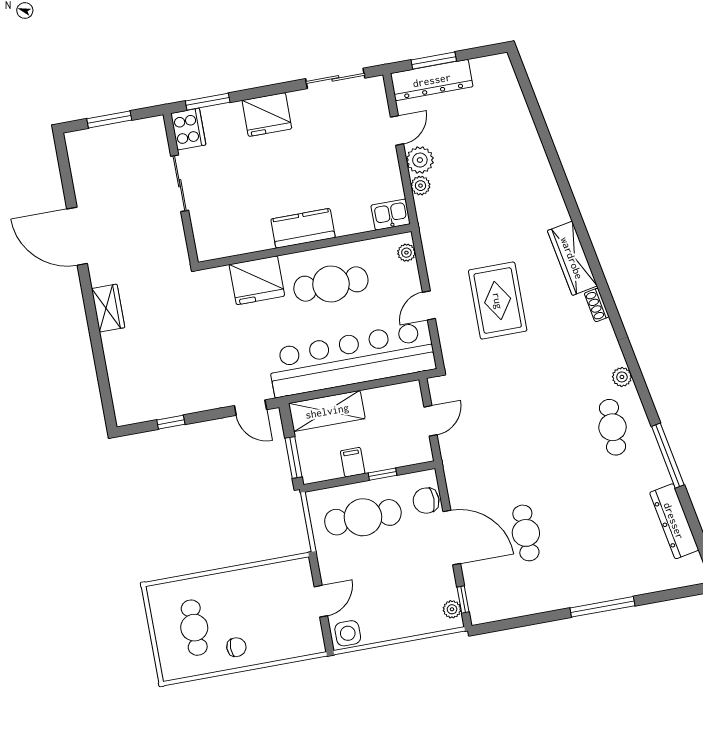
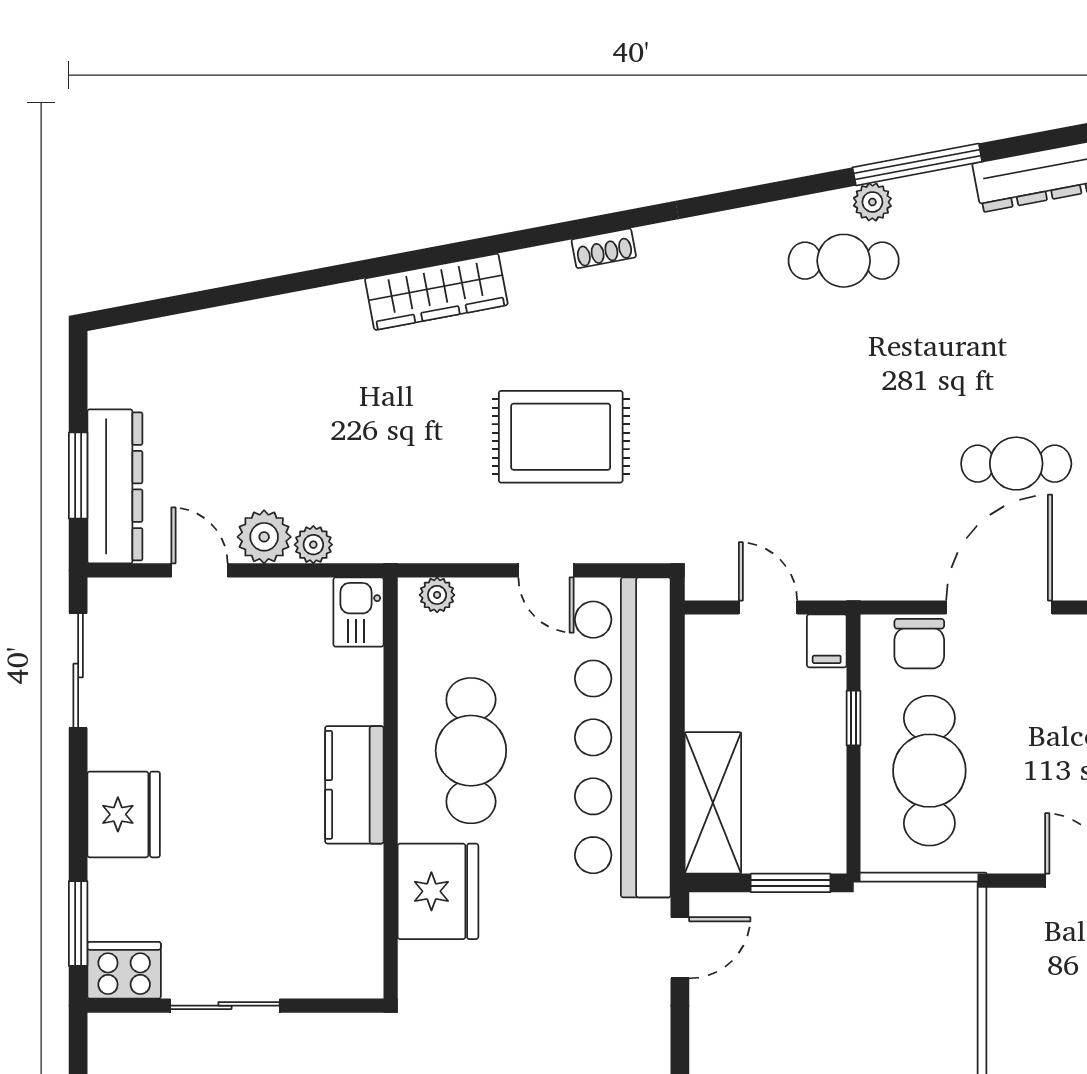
wardrobe: (572, 258) -> (436, 292), moved
plant: (622, 377) -> (872, 202), moved
filing cabinet: (353, 462) -> (827, 641), moved, turned -90

